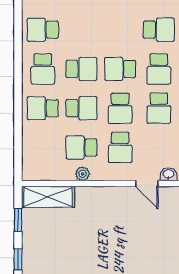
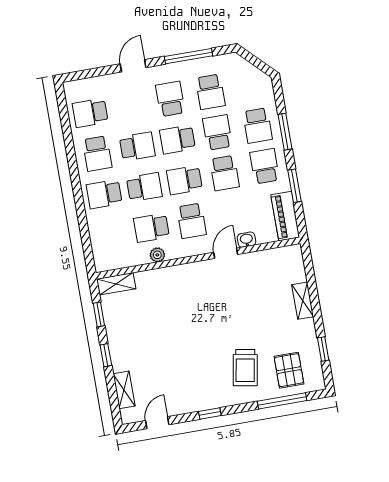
school desk: (120, 30) -> (170, 99), added
school desk: (159, 30) -> (210, 92), turned 90
school desk: (159, 69) -> (217, 132), turned 180
school desk: (120, 108) -> (184, 180), turned 90
door: (147, 184) -> (226, 253), swing flipped
shelving: (48, 197) -> (116, 284), width x0.67, depth x0.75

